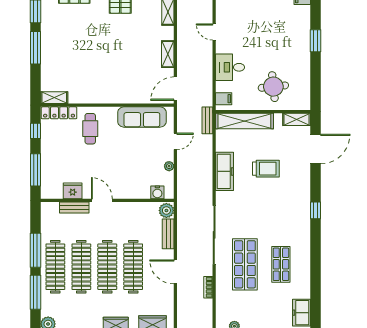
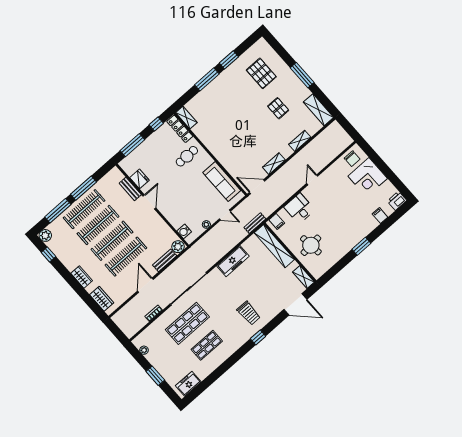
trolley: (266, 169) -> (249, 313), moved

